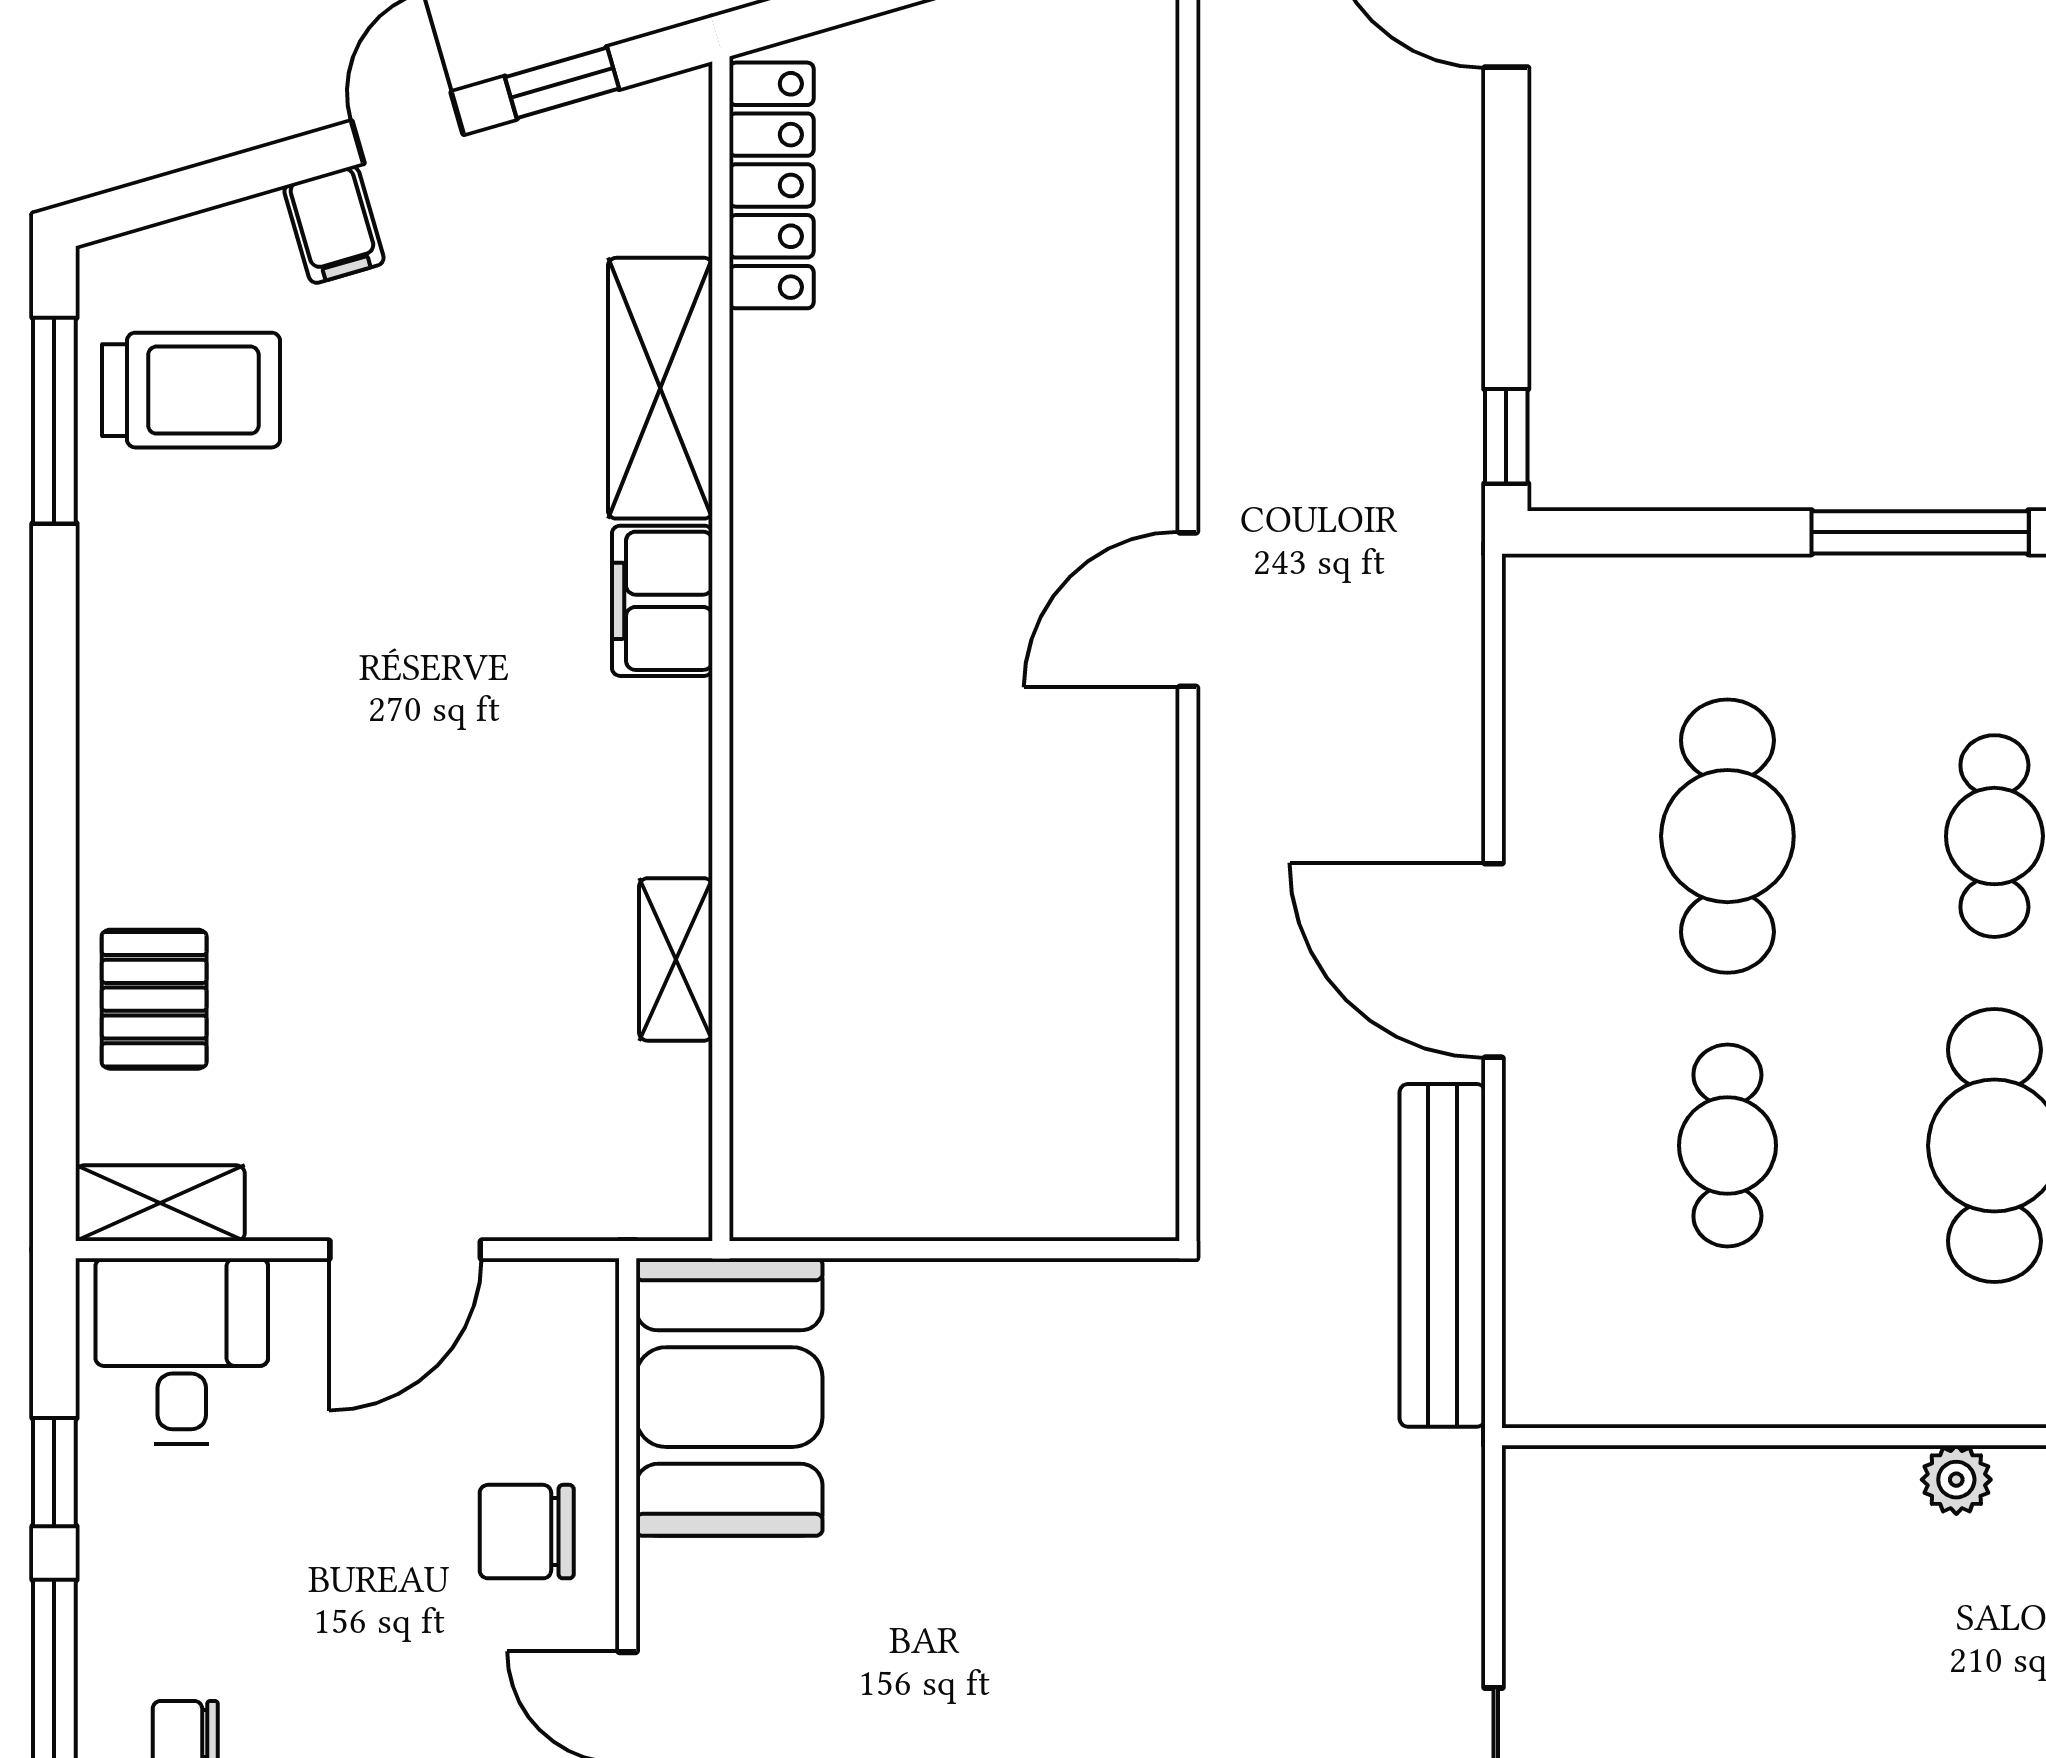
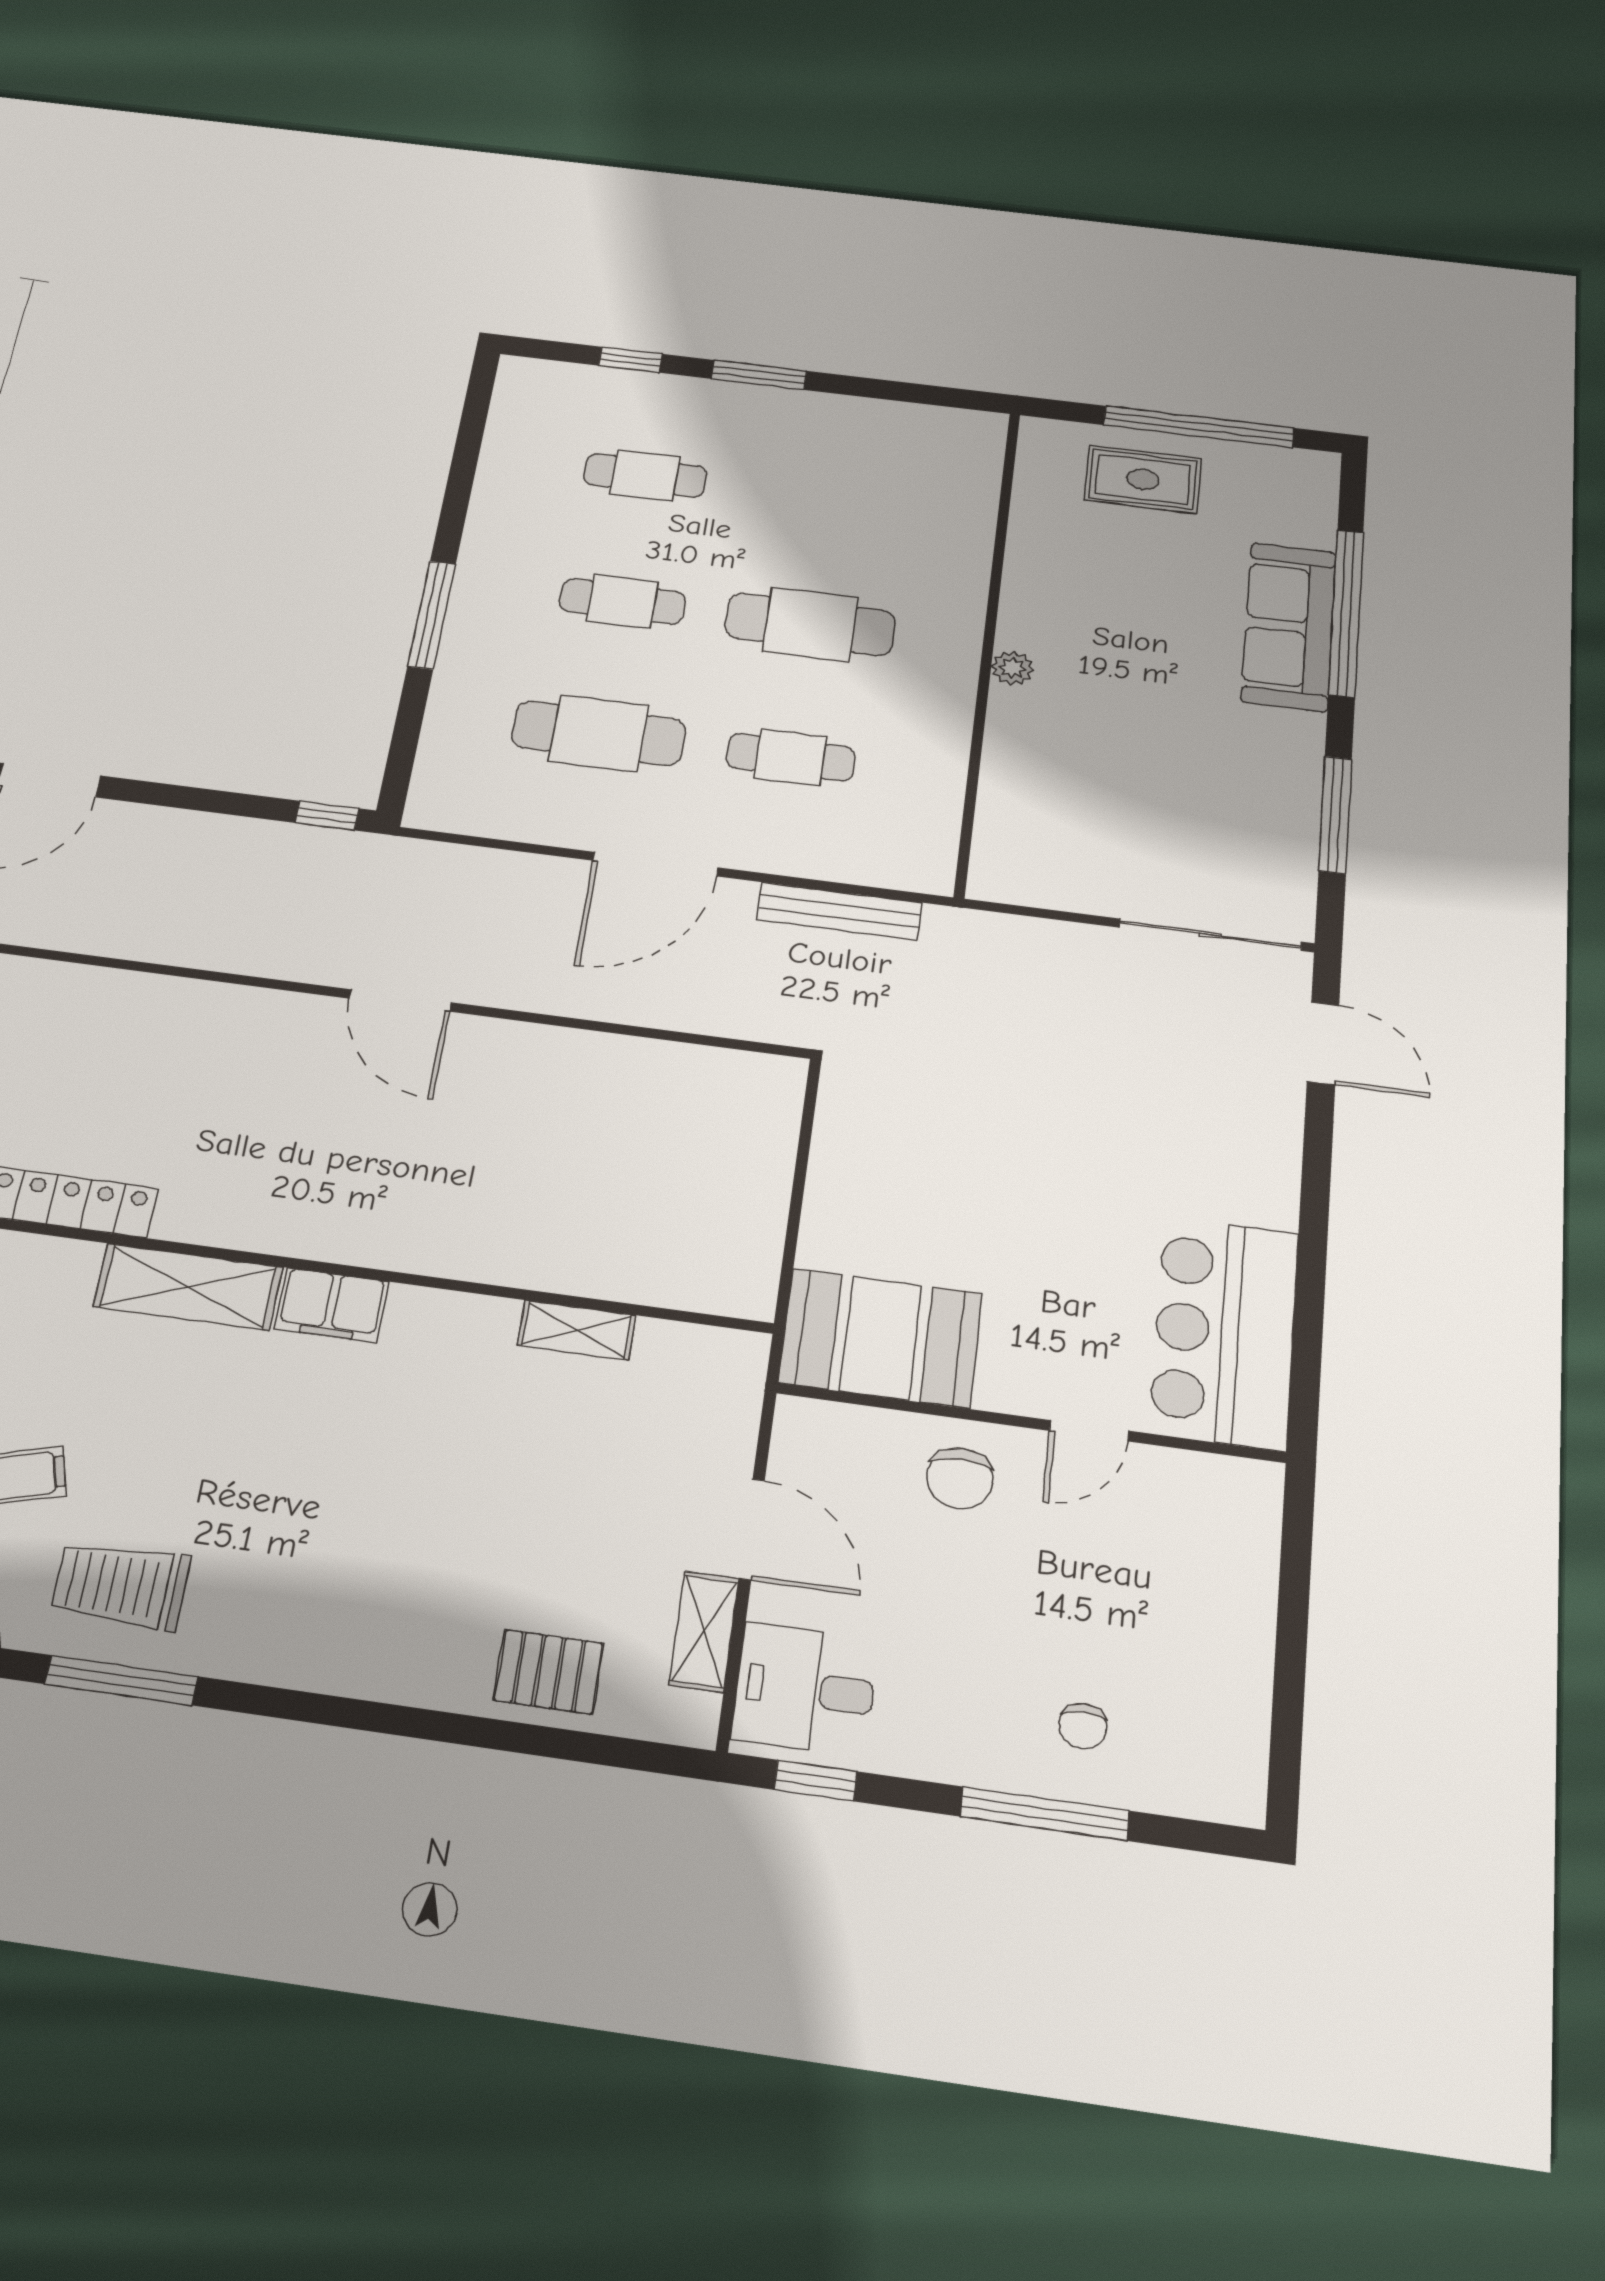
trolley: (191, 390) -> (121, 1585), turned -90
shelving: (160, 1203) -> (704, 1632), moved
bench: (1442, 1255) -> (840, 911), width x0.73, depth x0.82
window: (54, 1472) -> (816, 1781), moved

